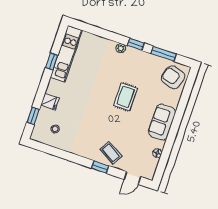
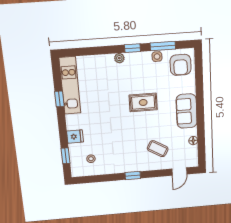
side table: (155, 61) -> (157, 57), added
armchair: (173, 77) -> (181, 65), turned -106
rug: (125, 97) -> (143, 102), turned 90
coffee table: (111, 153) -> (158, 149), moved
window: (100, 167) -> (133, 176), moved

